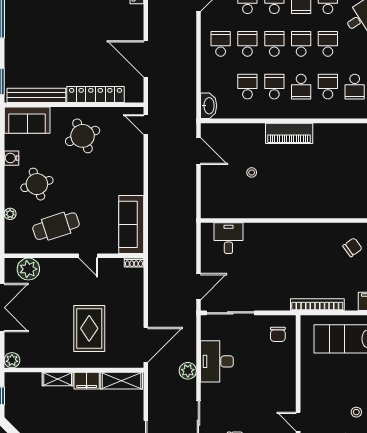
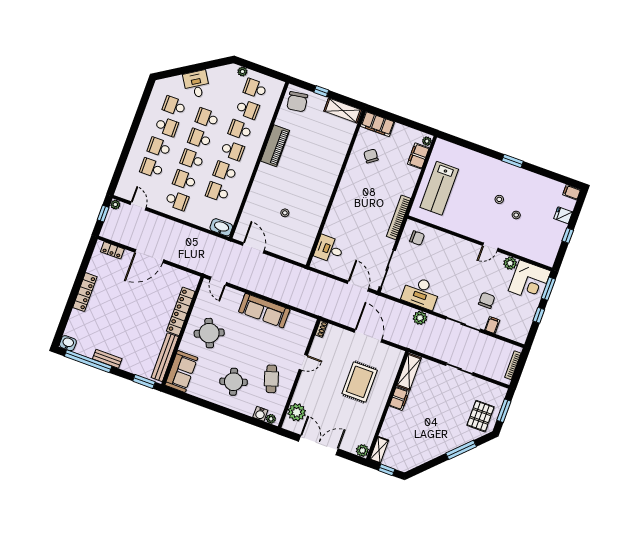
bench: (11, 30) -> (107, 359), added
school desk: (221, 44) -> (177, 201), turned 180
door: (146, 59) -> (149, 256), moved
door: (146, 125) -> (218, 281), hinge flipped
piano: (289, 133) -> (275, 146), moved
door: (198, 151) -> (253, 248), hinge flipped
water cooler: (12, 158) -> (260, 414), moved
plant: (10, 214) -> (271, 419), moved
sofa: (131, 224) -> (264, 311), moved
cafe table: (56, 226) -> (271, 379), width x0.73, depth x0.74
bookcase: (317, 305) -> (399, 217), moved
rug: (89, 328) -> (360, 382), turned 90
door: (146, 345) -> (368, 336), moved
shelving: (58, 379) -> (379, 450), moved

